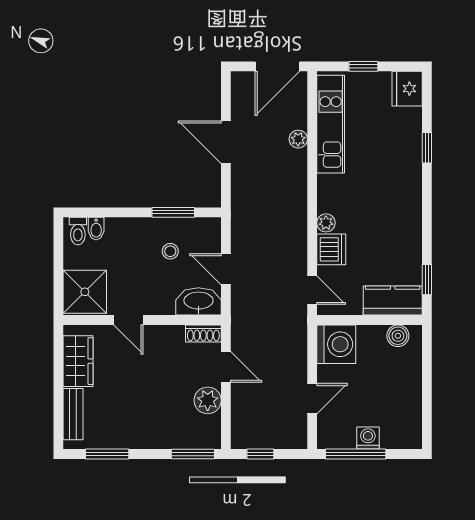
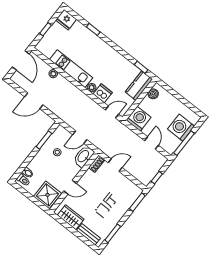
kitchen unit: (331, 124) -> (71, 69), moved
plant: (208, 400) -> (122, 181), removed
washing machine: (368, 438) -> (181, 128), width x1.89, depth x1.89

